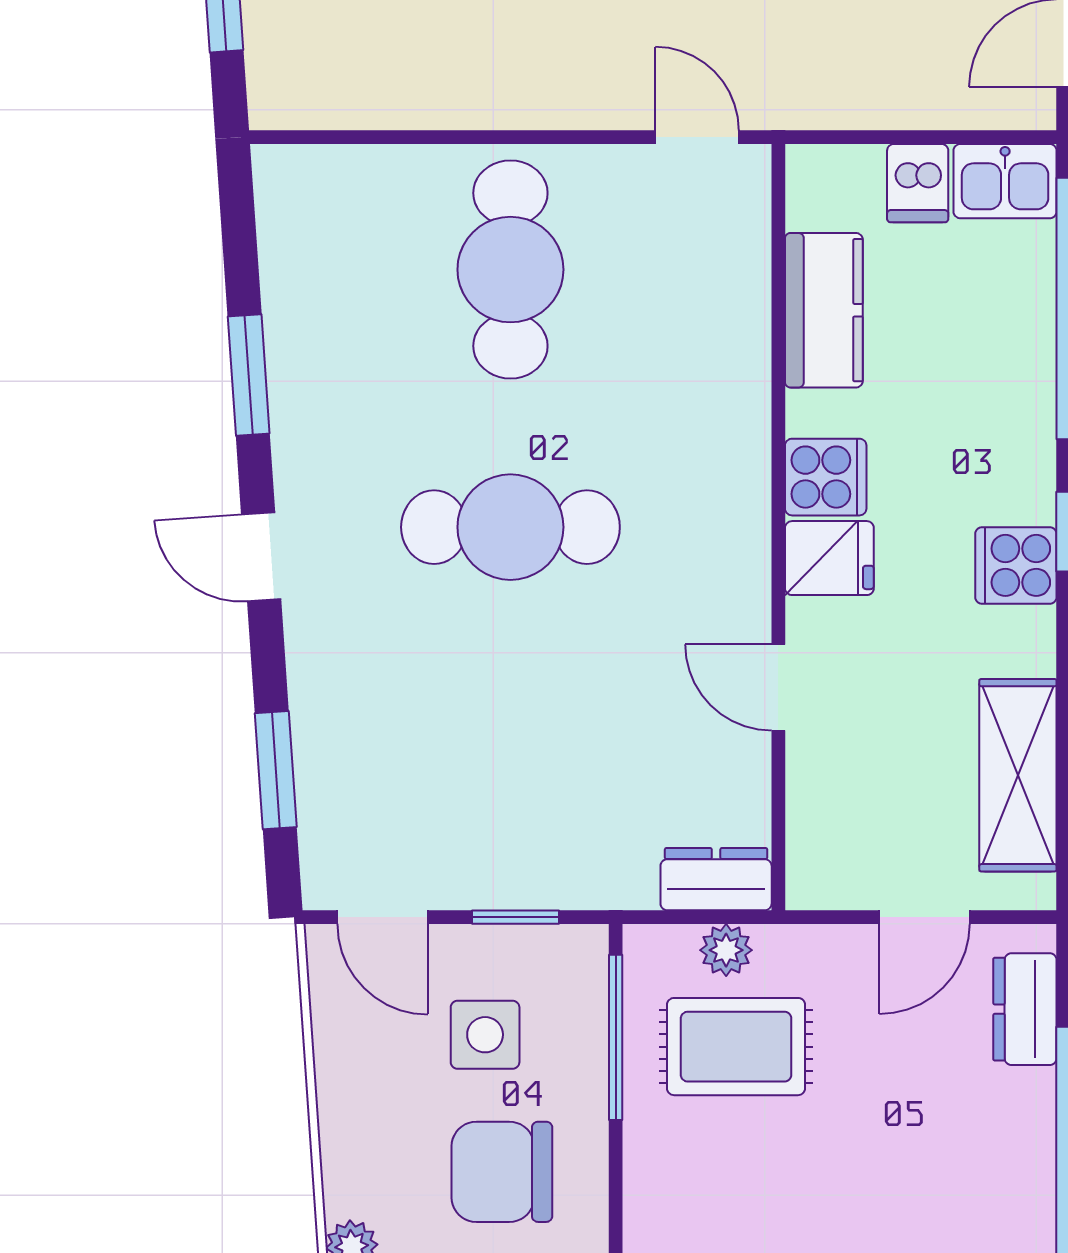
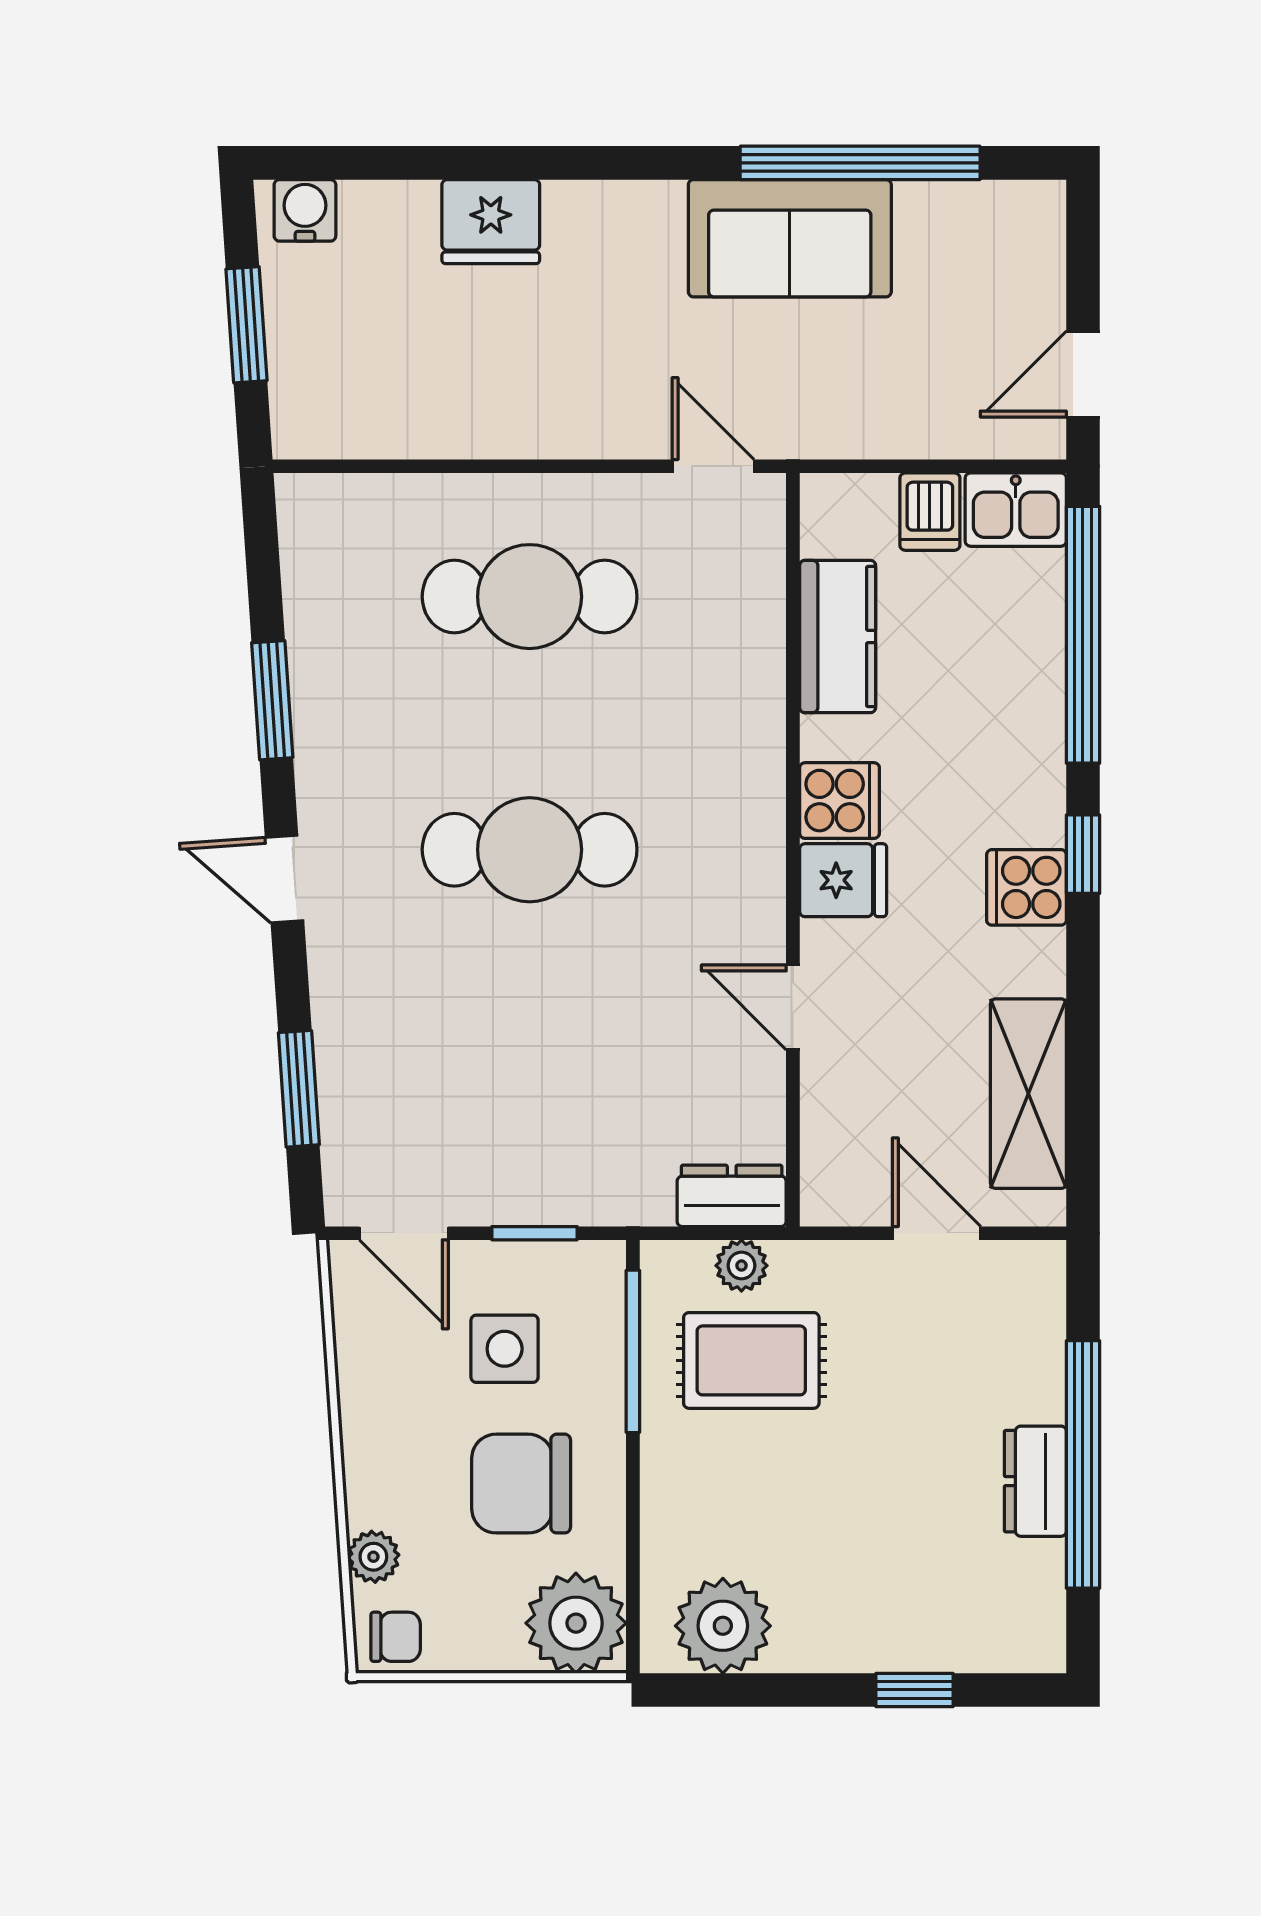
cafe table: (510, 270) -> (530, 597), turned 90
door: (924, 917) -> (937, 1233), swing flipped
dresser: (1025, 1009) -> (1035, 1481), moved

